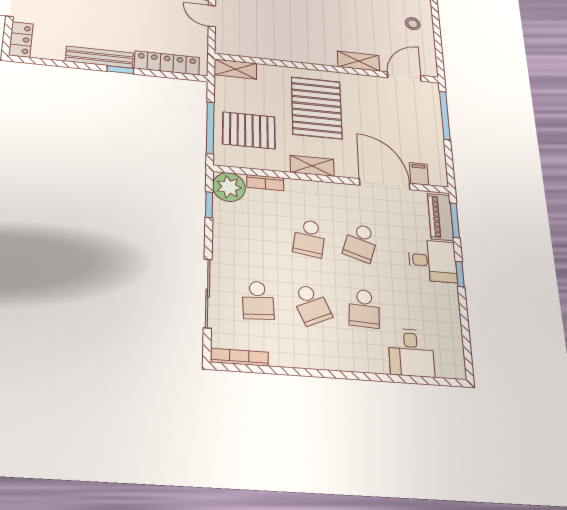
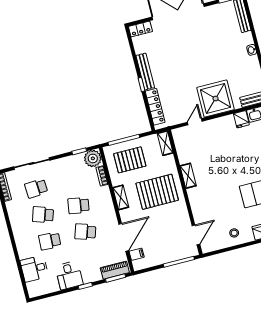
shelving: (359, 61) -> (188, 176), moved
door: (404, 76) -> (196, 235), hinge flipped
pallet: (249, 130) -> (130, 160), turned 90
desk: (433, 261) -> (69, 275), moved
school desk: (311, 304) -> (43, 215), turned 42

